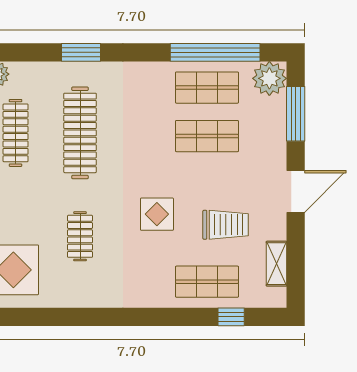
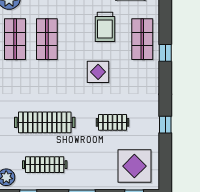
trolley: (226, 225) -> (105, 27), turned 180
window: (77, 317) -> (165, 125), added
window: (231, 317) -> (165, 53), moved

